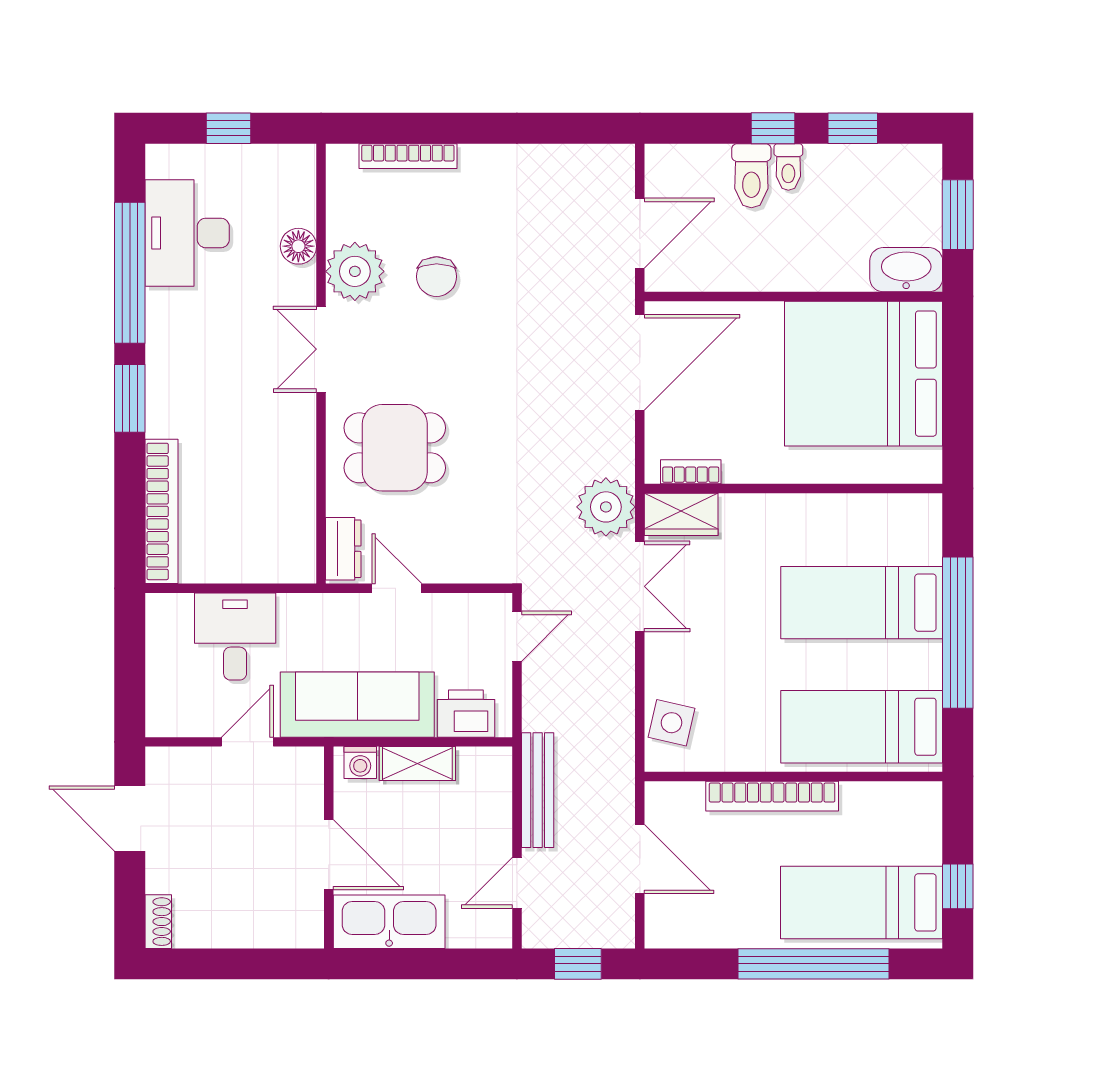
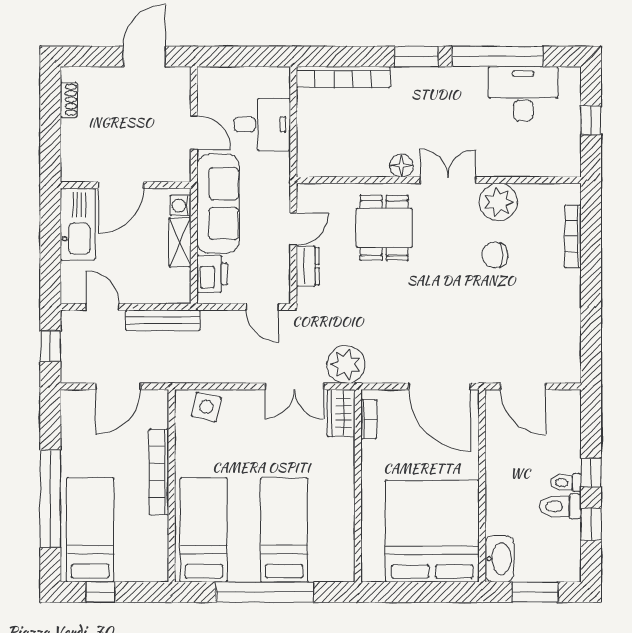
toilet: (751, 176) -> (560, 506), moved
floor lamp: (298, 246) -> (402, 166), moved
dresser: (343, 549) -> (308, 266), moved, turned -90
shoe rack: (158, 922) -> (69, 100), moved, turned -90

